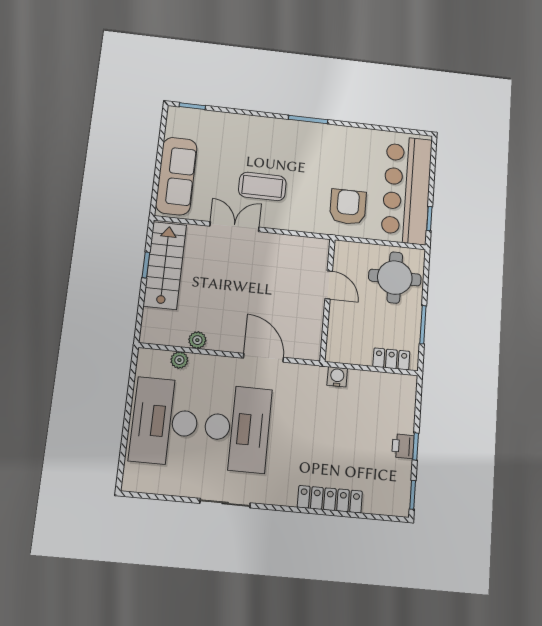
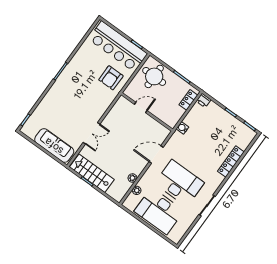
coffee table: (262, 186) -> (80, 110), removed
armchair: (348, 207) -> (111, 78), turned -90
double door: (234, 227) -> (92, 133), swing flipped
printer: (403, 446) -> (204, 100), moved

